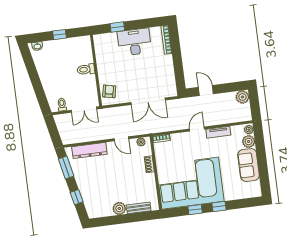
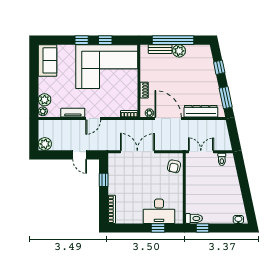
window: (60, 35) -> (203, 228), moved
desk: (134, 42) -> (159, 211), moved
window: (178, 68) -> (104, 180), added
toilet: (86, 69) -> (194, 218), moved
door: (121, 139) -> (168, 119), width x1.88
sofa: (249, 165) -> (48, 60), moved
window: (127, 219) -> (173, 40), added

